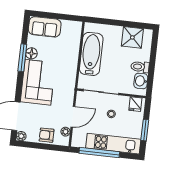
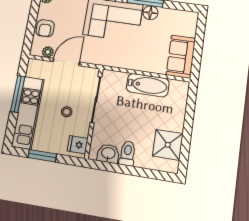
sofa: (45, 27) -> (181, 57), moved
bathtub: (91, 54) -> (148, 85), width x0.73, depth x0.73
door: (73, 117) -> (66, 62), swing flipped
armchair: (47, 135) -> (45, 28), turned 180
window: (99, 153) -> (18, 94), width x0.68

